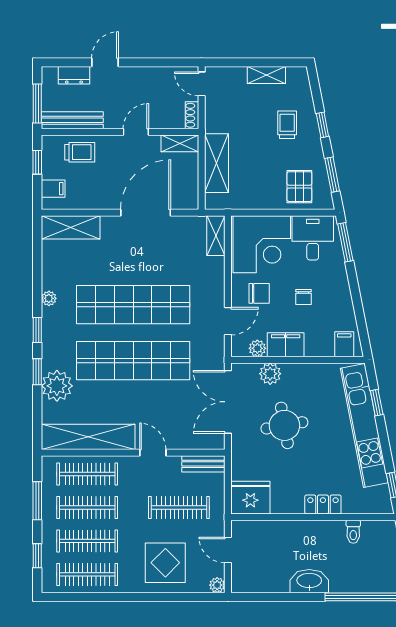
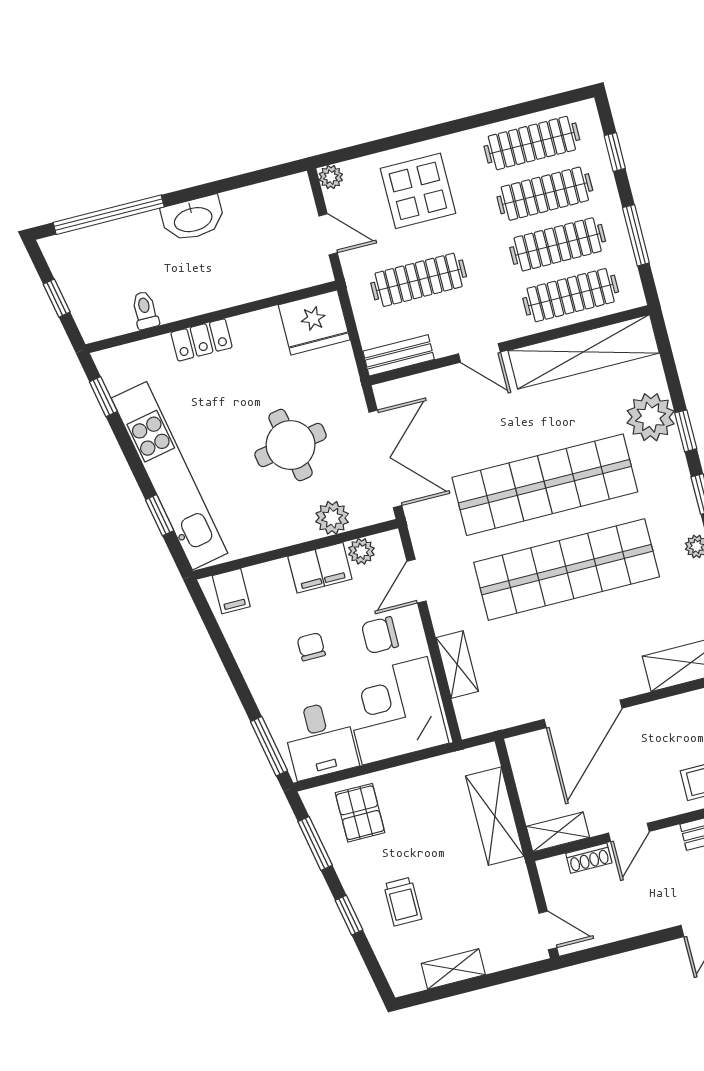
shoe rack: (192, 115) -> (589, 858), moved, turned 90
shelving: (216, 236) -> (457, 665), moved

